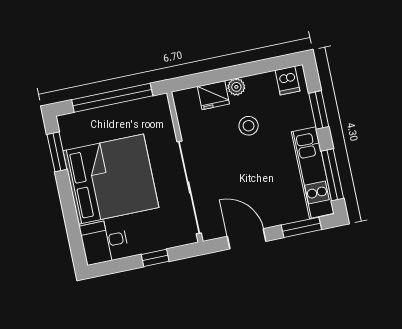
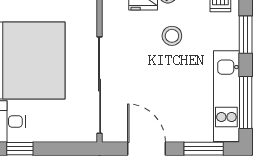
window: (155, 258) -> (20, 149), moved

